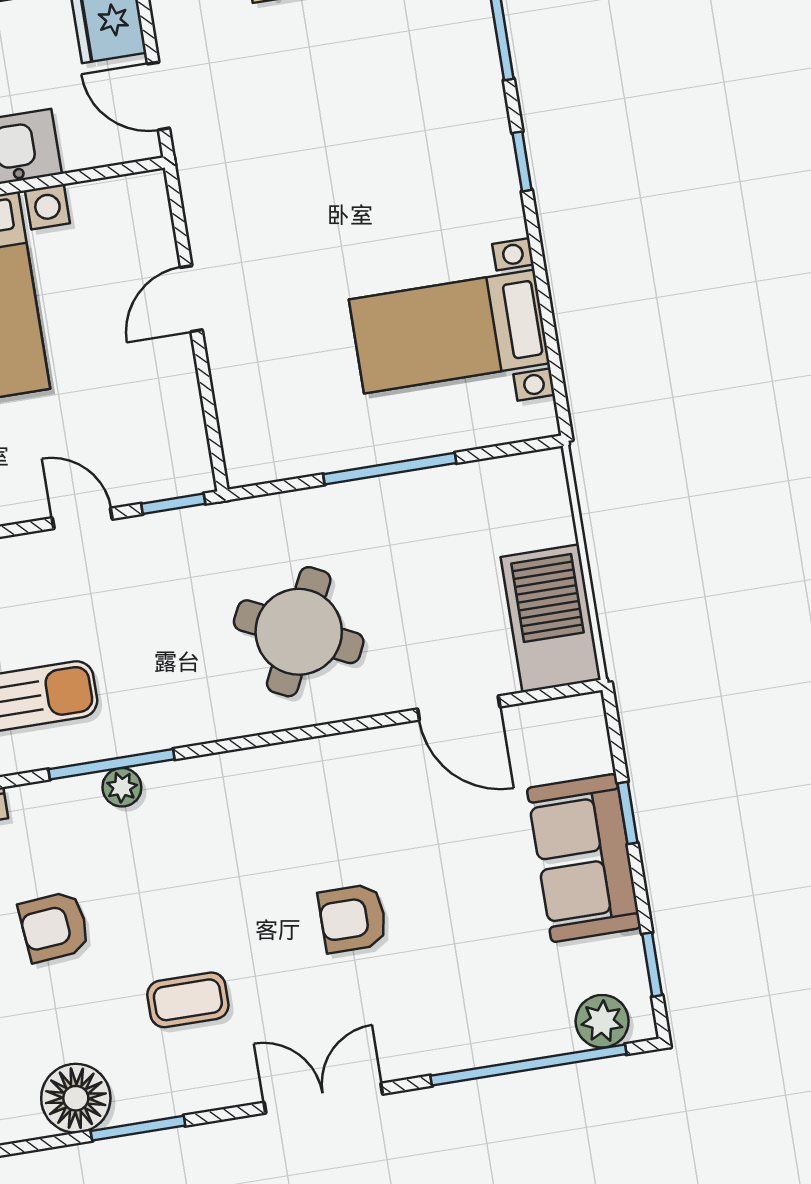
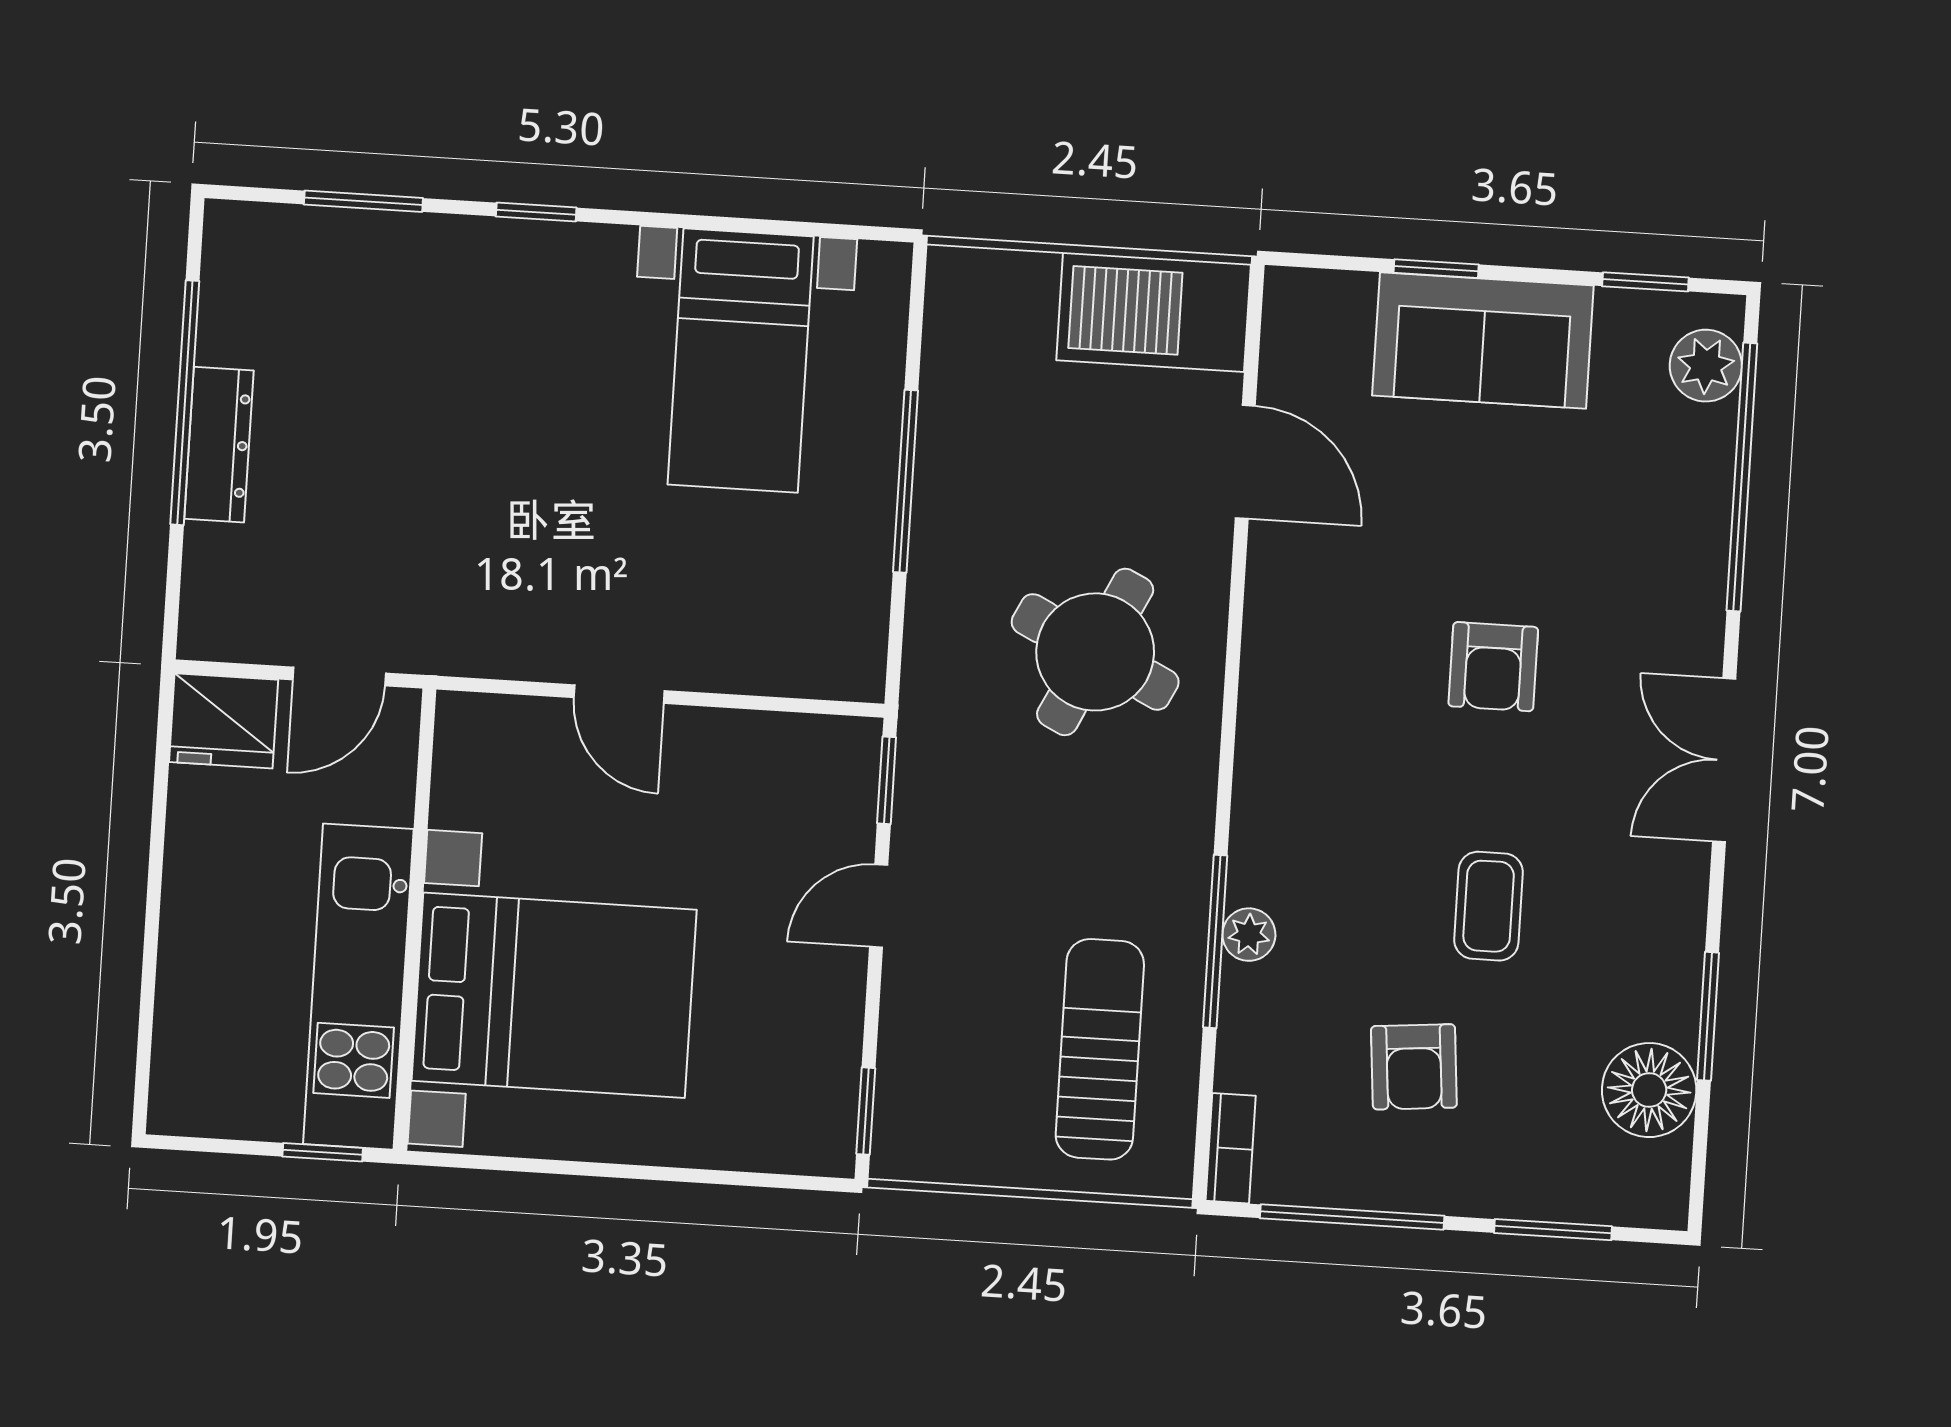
door: (459, 708) -> (1245, 462), hinge flipped
coffee table: (188, 1000) -> (1489, 906), moved

